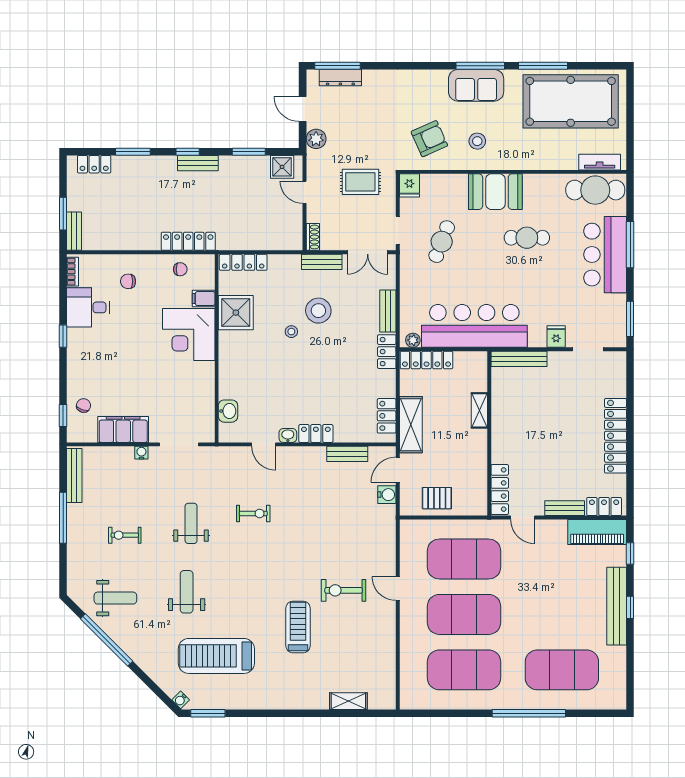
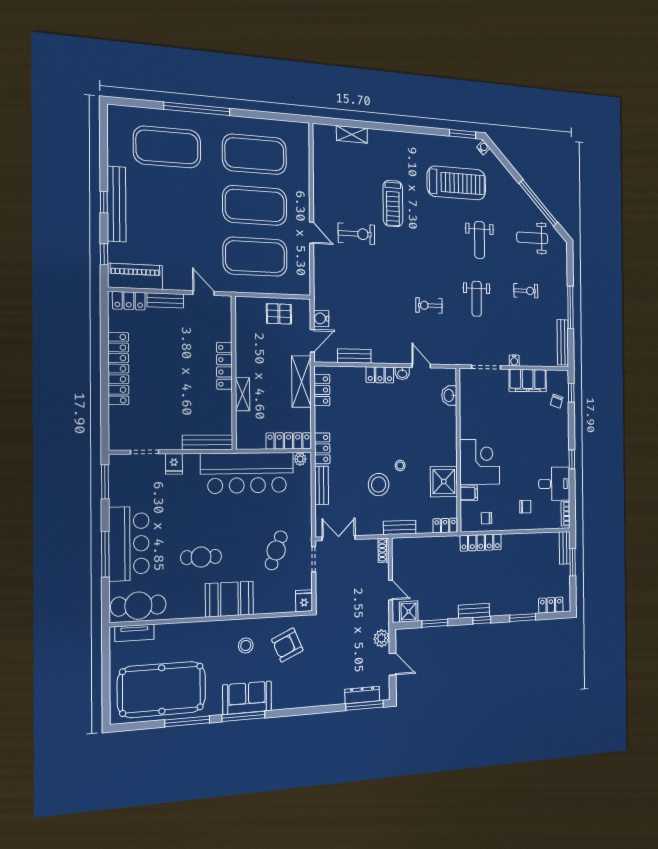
rug: (360, 182) -> (345, 602), removed
locker: (243, 262) -> (445, 526), width x0.66
bench: (322, 262) -> (400, 527), moved
locker: (500, 490) -> (224, 366), moved

